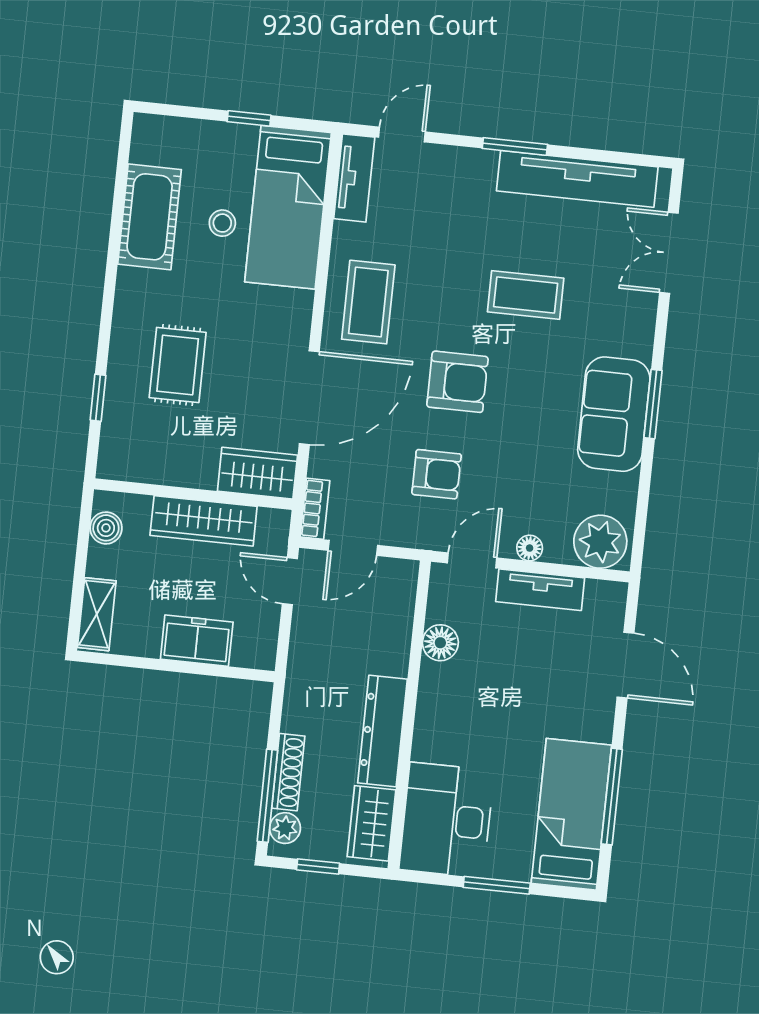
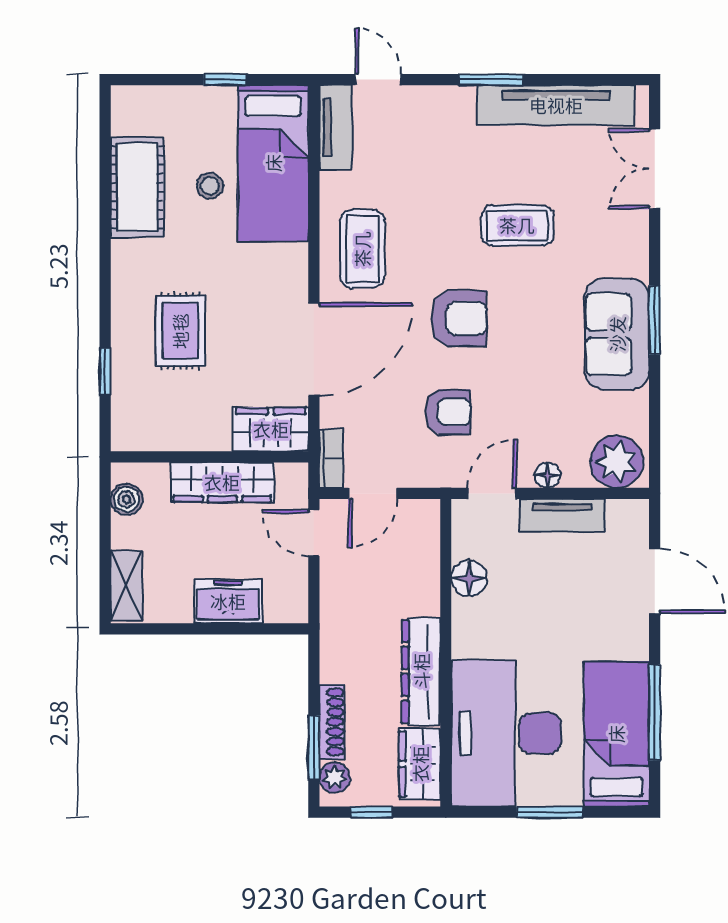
door: (402, 134) -> (378, 80), hinge flipped
window: (267, 796) -> (314, 747), width x0.69
desk: (446, 820) -> (506, 733), width x1.36, depth x1.30

